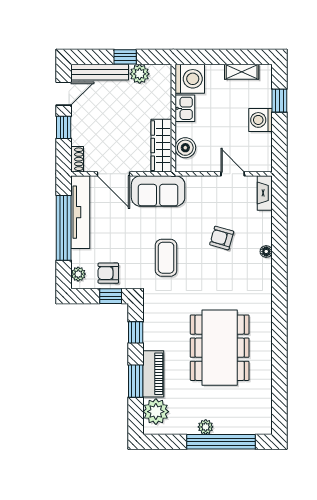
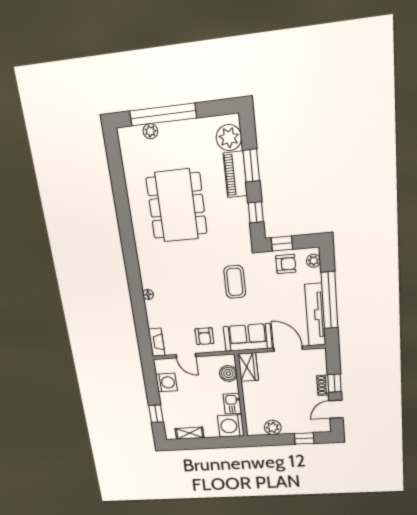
window: (125, 57) -> (304, 438), moved
bench: (100, 72) -> (306, 427), removed
washing machine: (261, 120) -> (166, 382), moved
wardrobe: (161, 146) -> (248, 367), width x0.67
shoe rack: (77, 159) -> (323, 385), moved
armchair: (222, 238) -> (204, 336), moved, turned 74
plant: (206, 427) -> (150, 131), moved

